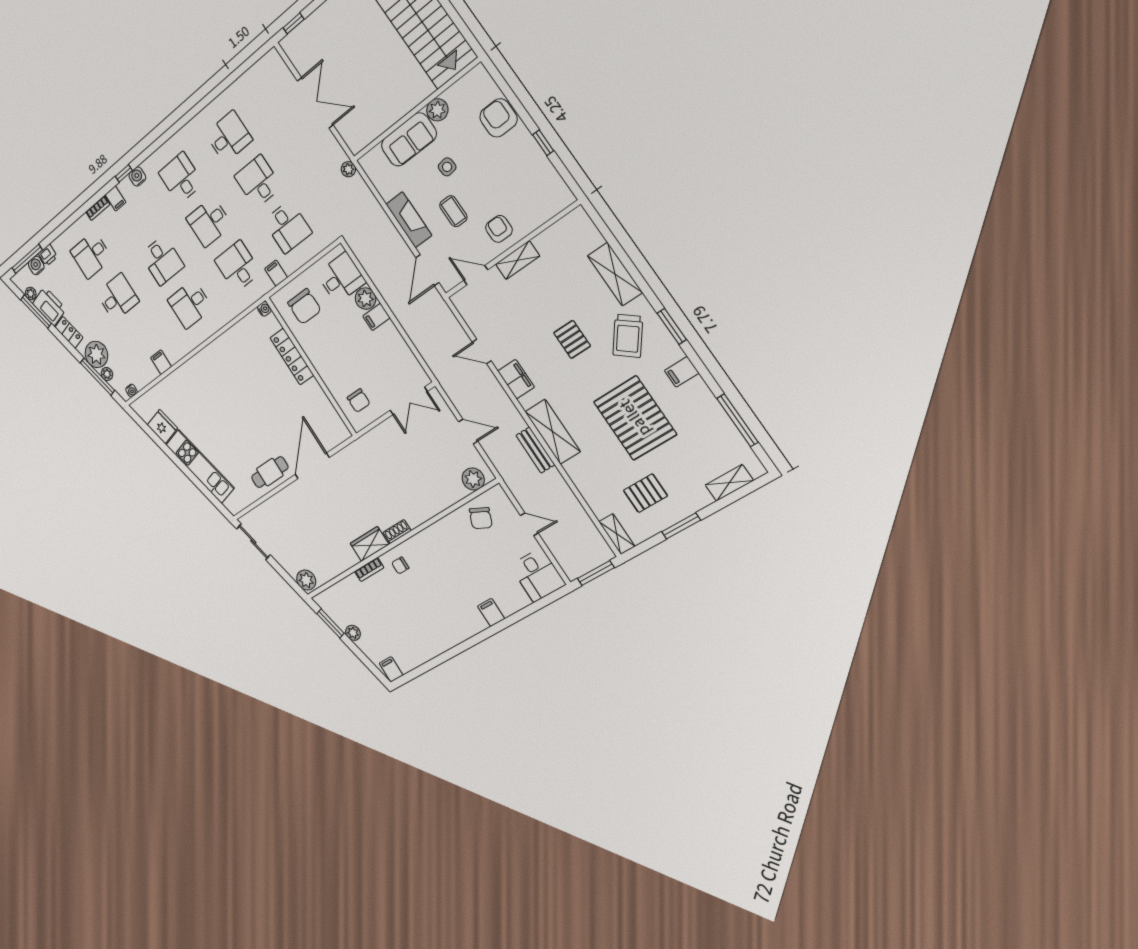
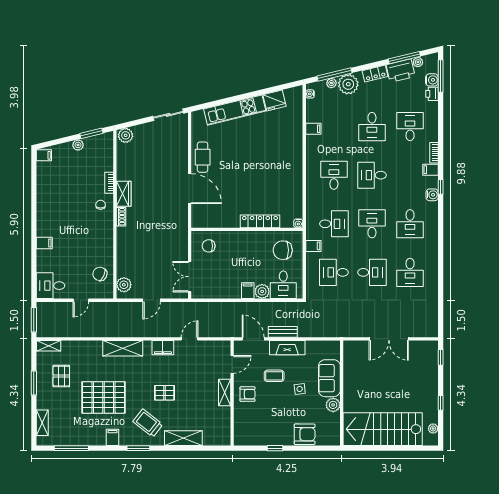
plant: (348, 169) -> (339, 332), removed
desk: (181, 178) -> (410, 224), turned 90
bench: (535, 450) -> (283, 332), moved

